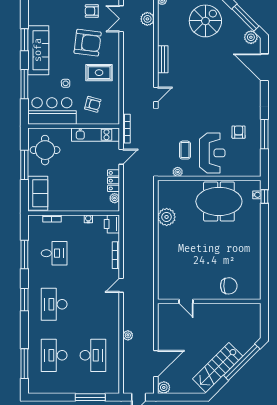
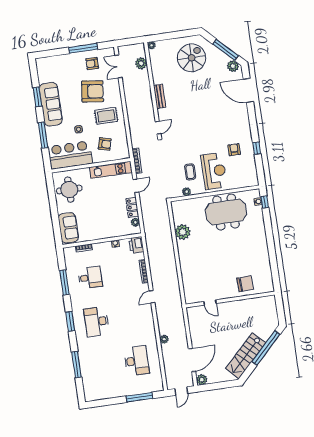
window: (264, 134) -> (257, 148), width x0.46
window: (24, 165) -> (53, 205), removed
desk: (54, 355) -> (103, 366), removed
window: (24, 364) -> (76, 365), moved

